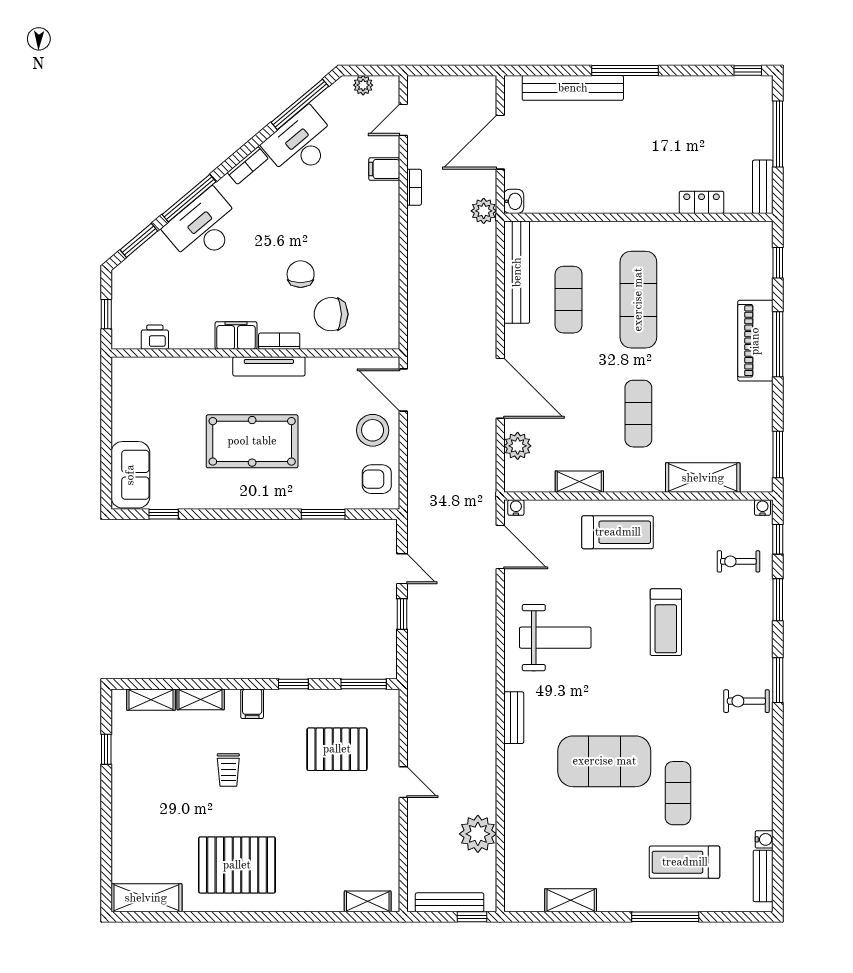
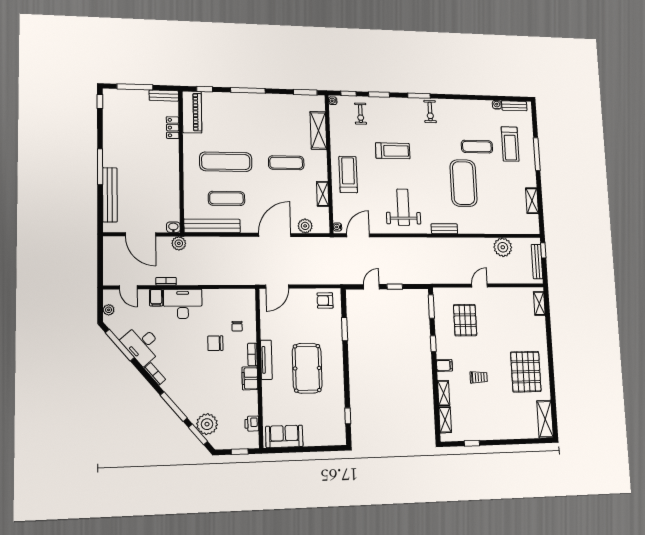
desk: (204, 227) -> (183, 304), moved, turned 130
plant: (156, 257) -> (207, 424), added
chair: (331, 314) -> (237, 326), width x0.54, depth x0.54
piano: (755, 341) -> (192, 112), moved, turned -90
stool: (373, 430) -> (299, 303), removed
sofa: (130, 475) -> (284, 436), moved
armchair: (377, 479) -> (325, 300), turned 90

